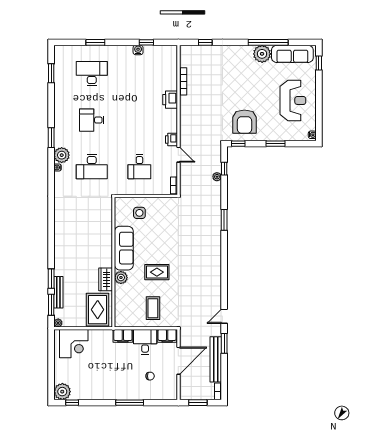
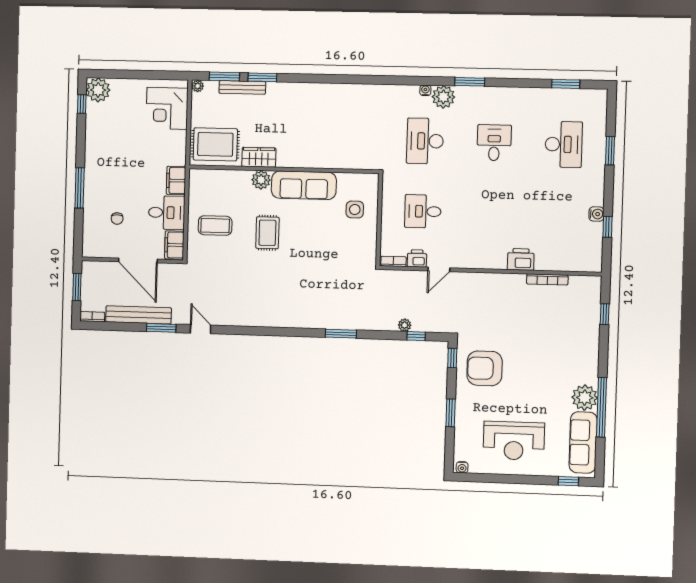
printer: (171, 139) -> (417, 258), moved

